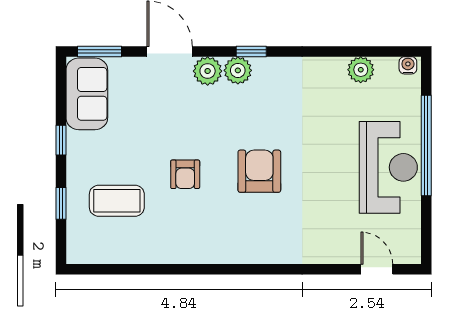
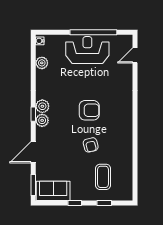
plant: (208, 71) -> (42, 106), moved
window: (426, 145) -> (93, 32), moved
armchair: (259, 171) -> (89, 110), turned 180
armchair: (185, 174) -> (91, 145), turned 76

